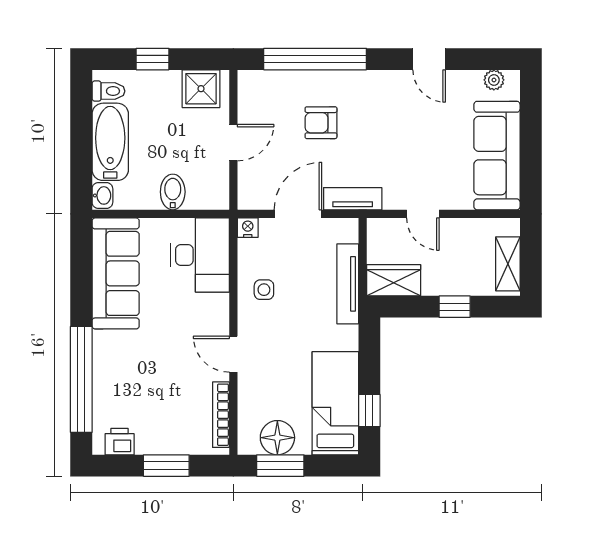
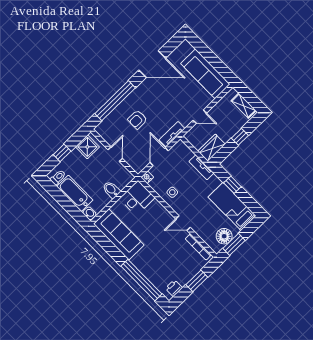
door: (429, 59) -> (152, 64), width x1.87
plant: (494, 80) -> (180, 50), removed
desk: (200, 255) -> (137, 198), width x0.73
tv unit: (348, 284) -> (201, 167), width x0.71
window: (369, 411) -> (232, 185), moved

